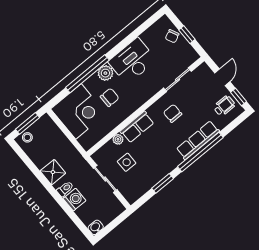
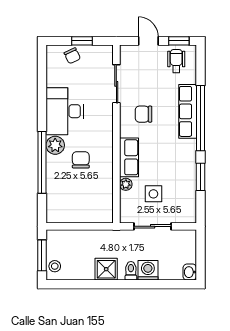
corner desk: (78, 111) -> (70, 199), removed

